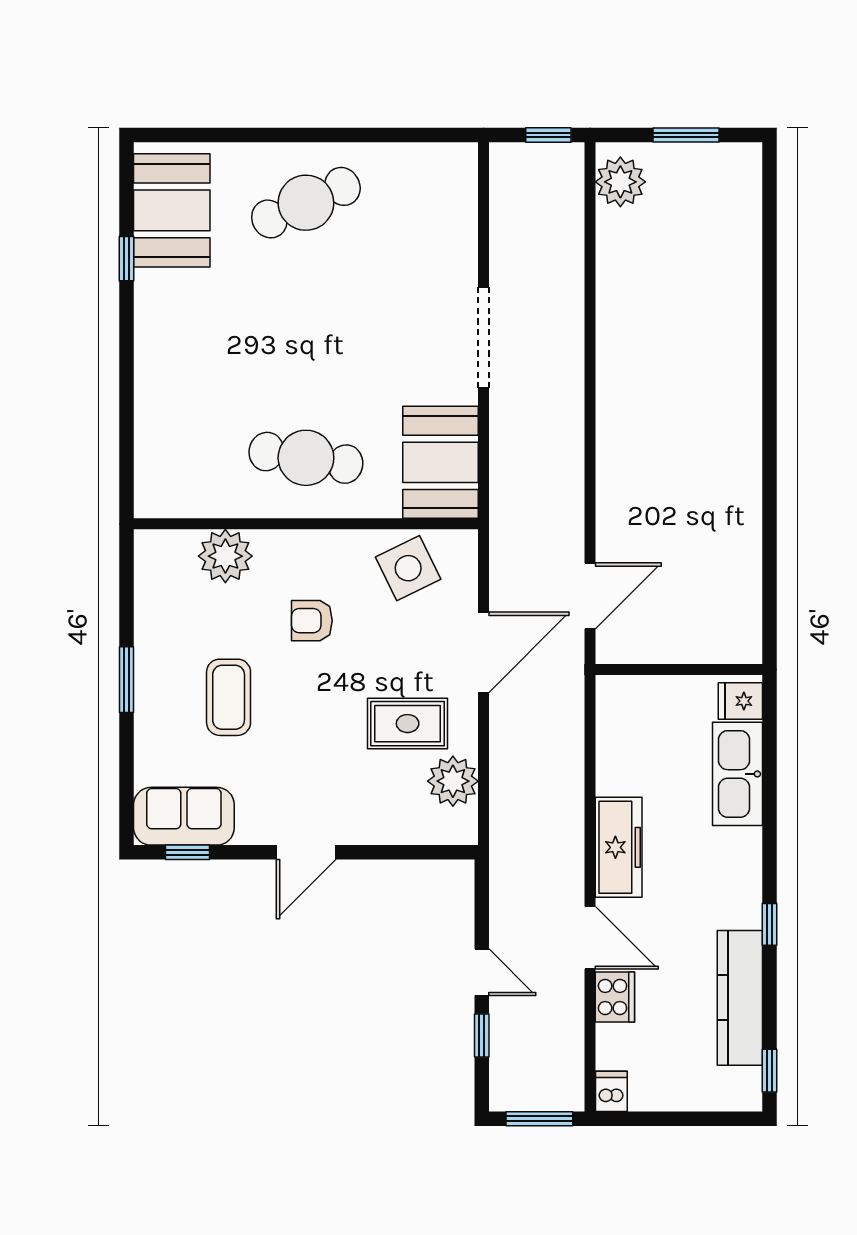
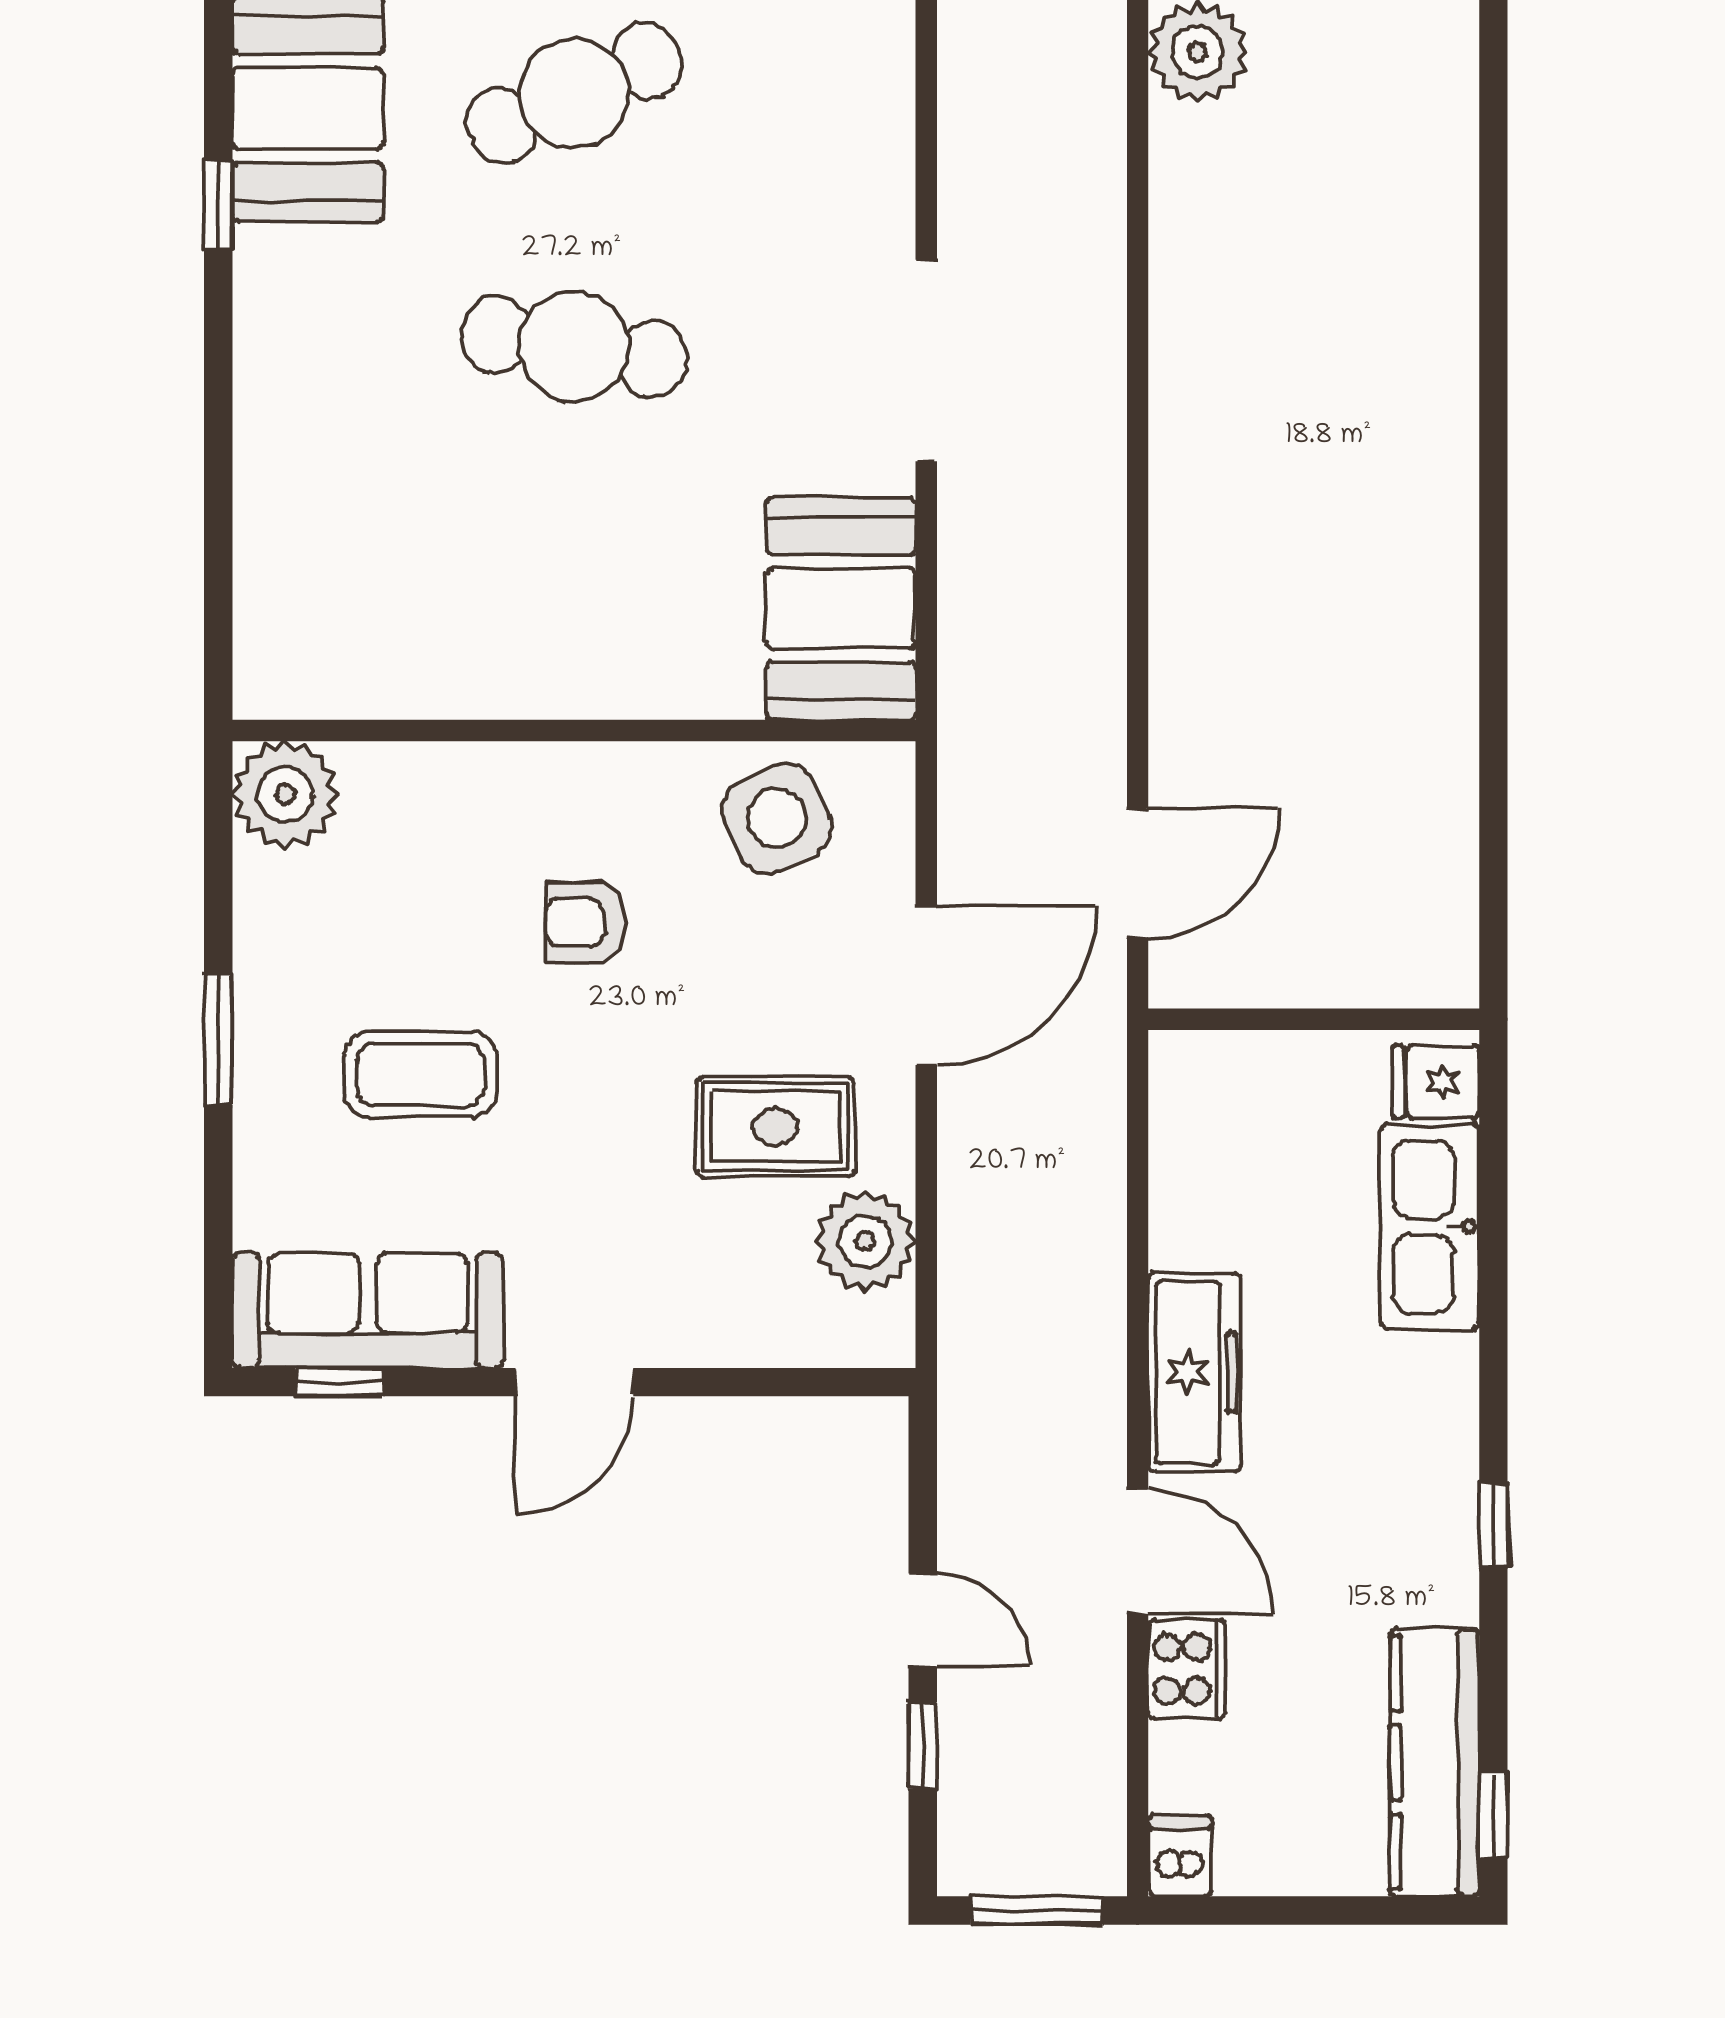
cafe table: (306, 458) -> (574, 346), moved
plant: (225, 556) -> (286, 794), moved
coffee table: (229, 697) -> (421, 1075), turned 90
sofa: (184, 816) -> (368, 1310), width x1.36
kitchen counter: (740, 998) -> (1435, 1763), moved

